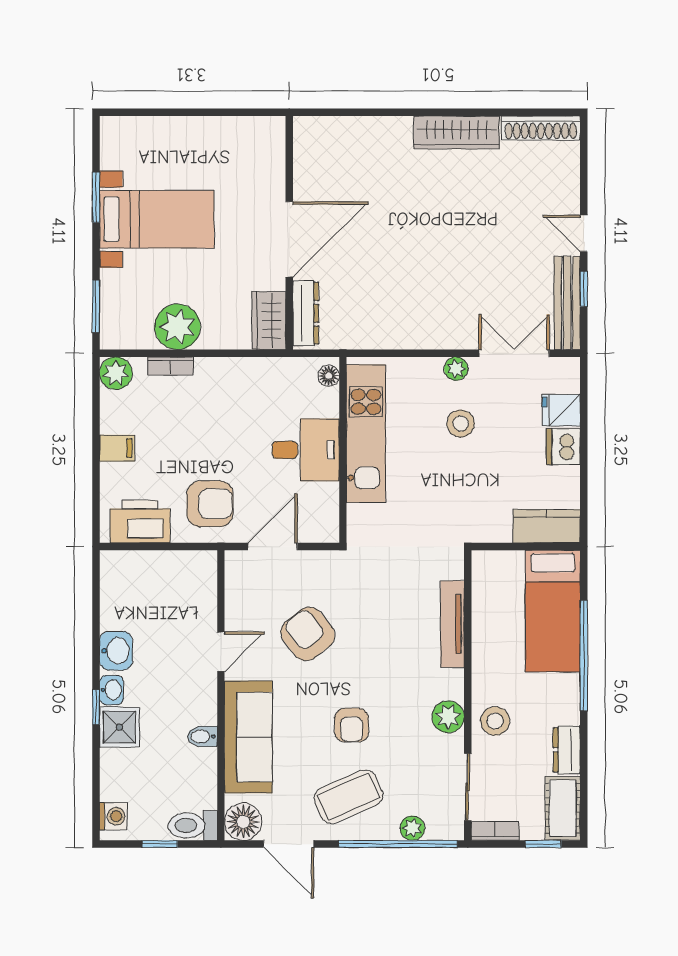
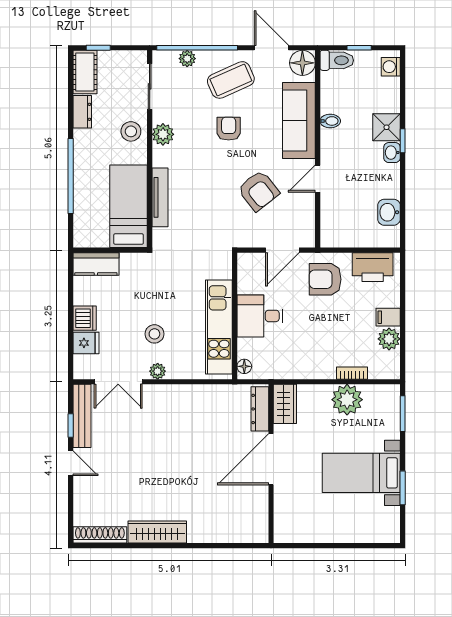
plant: (116, 373) -> (389, 339), moved
bed: (553, 611) -> (129, 206), moved
washbasin: (116, 651) -> (389, 212), moved
bookcase: (495, 831) -> (131, 57), removed

